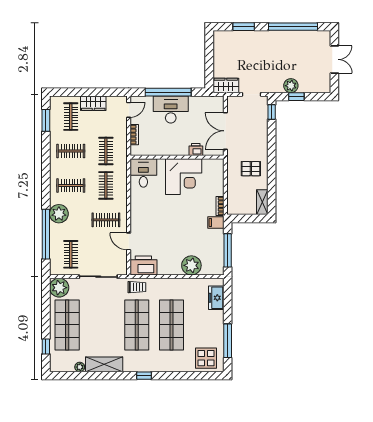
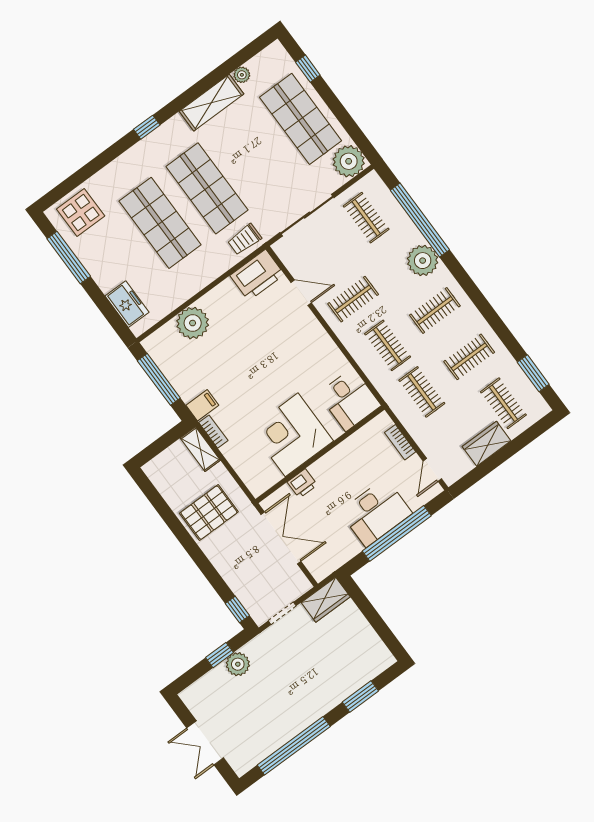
pallet: (251, 169) -> (209, 513), width x1.50, depth x1.42
shelving: (262, 202) -> (200, 449), moved

